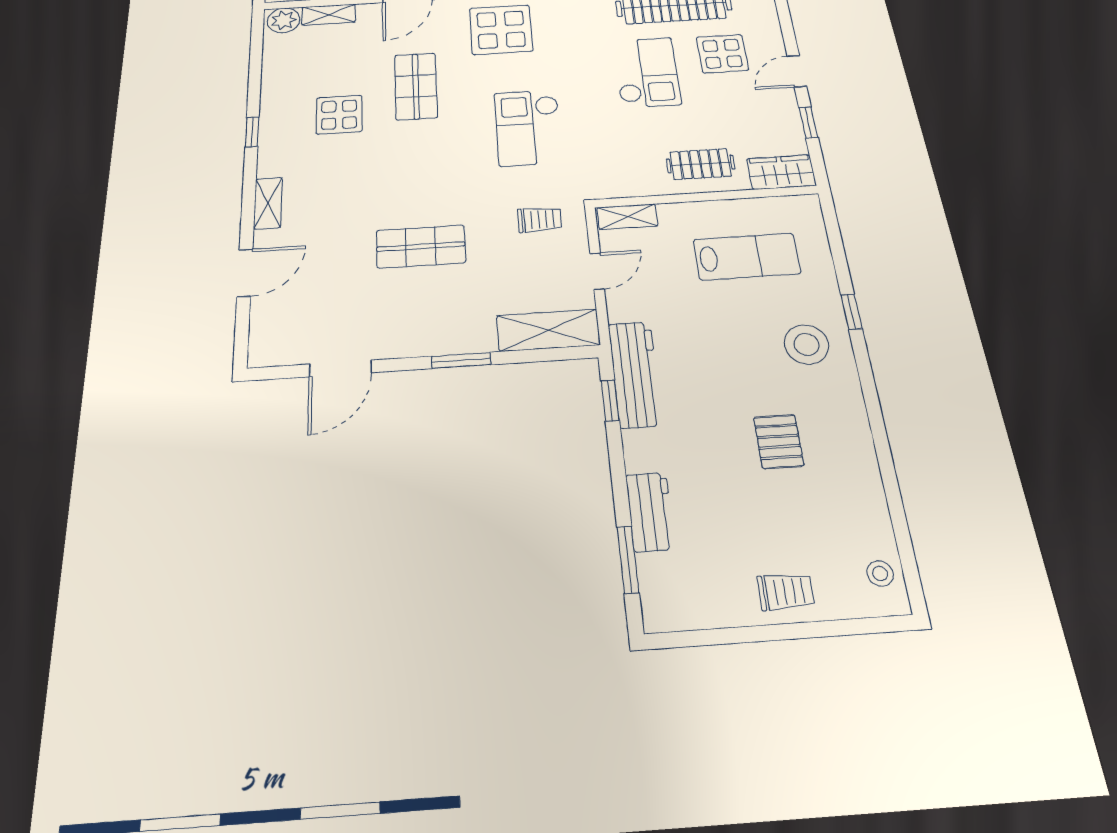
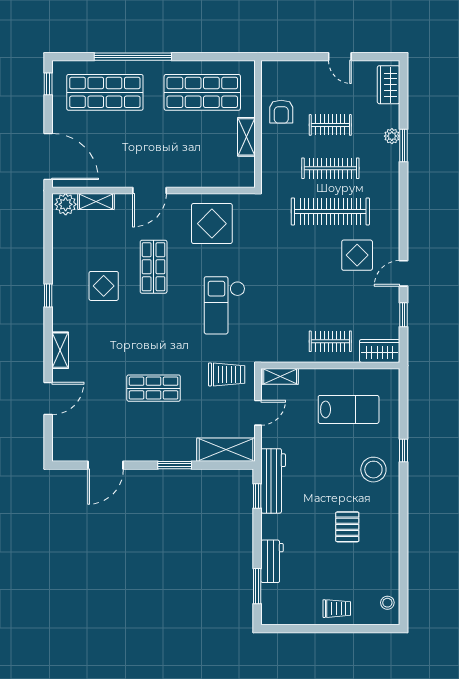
checkout: (647, 72) -> (305, 267), removed
trolley: (540, 220) -> (227, 374), width x1.36, depth x1.39

